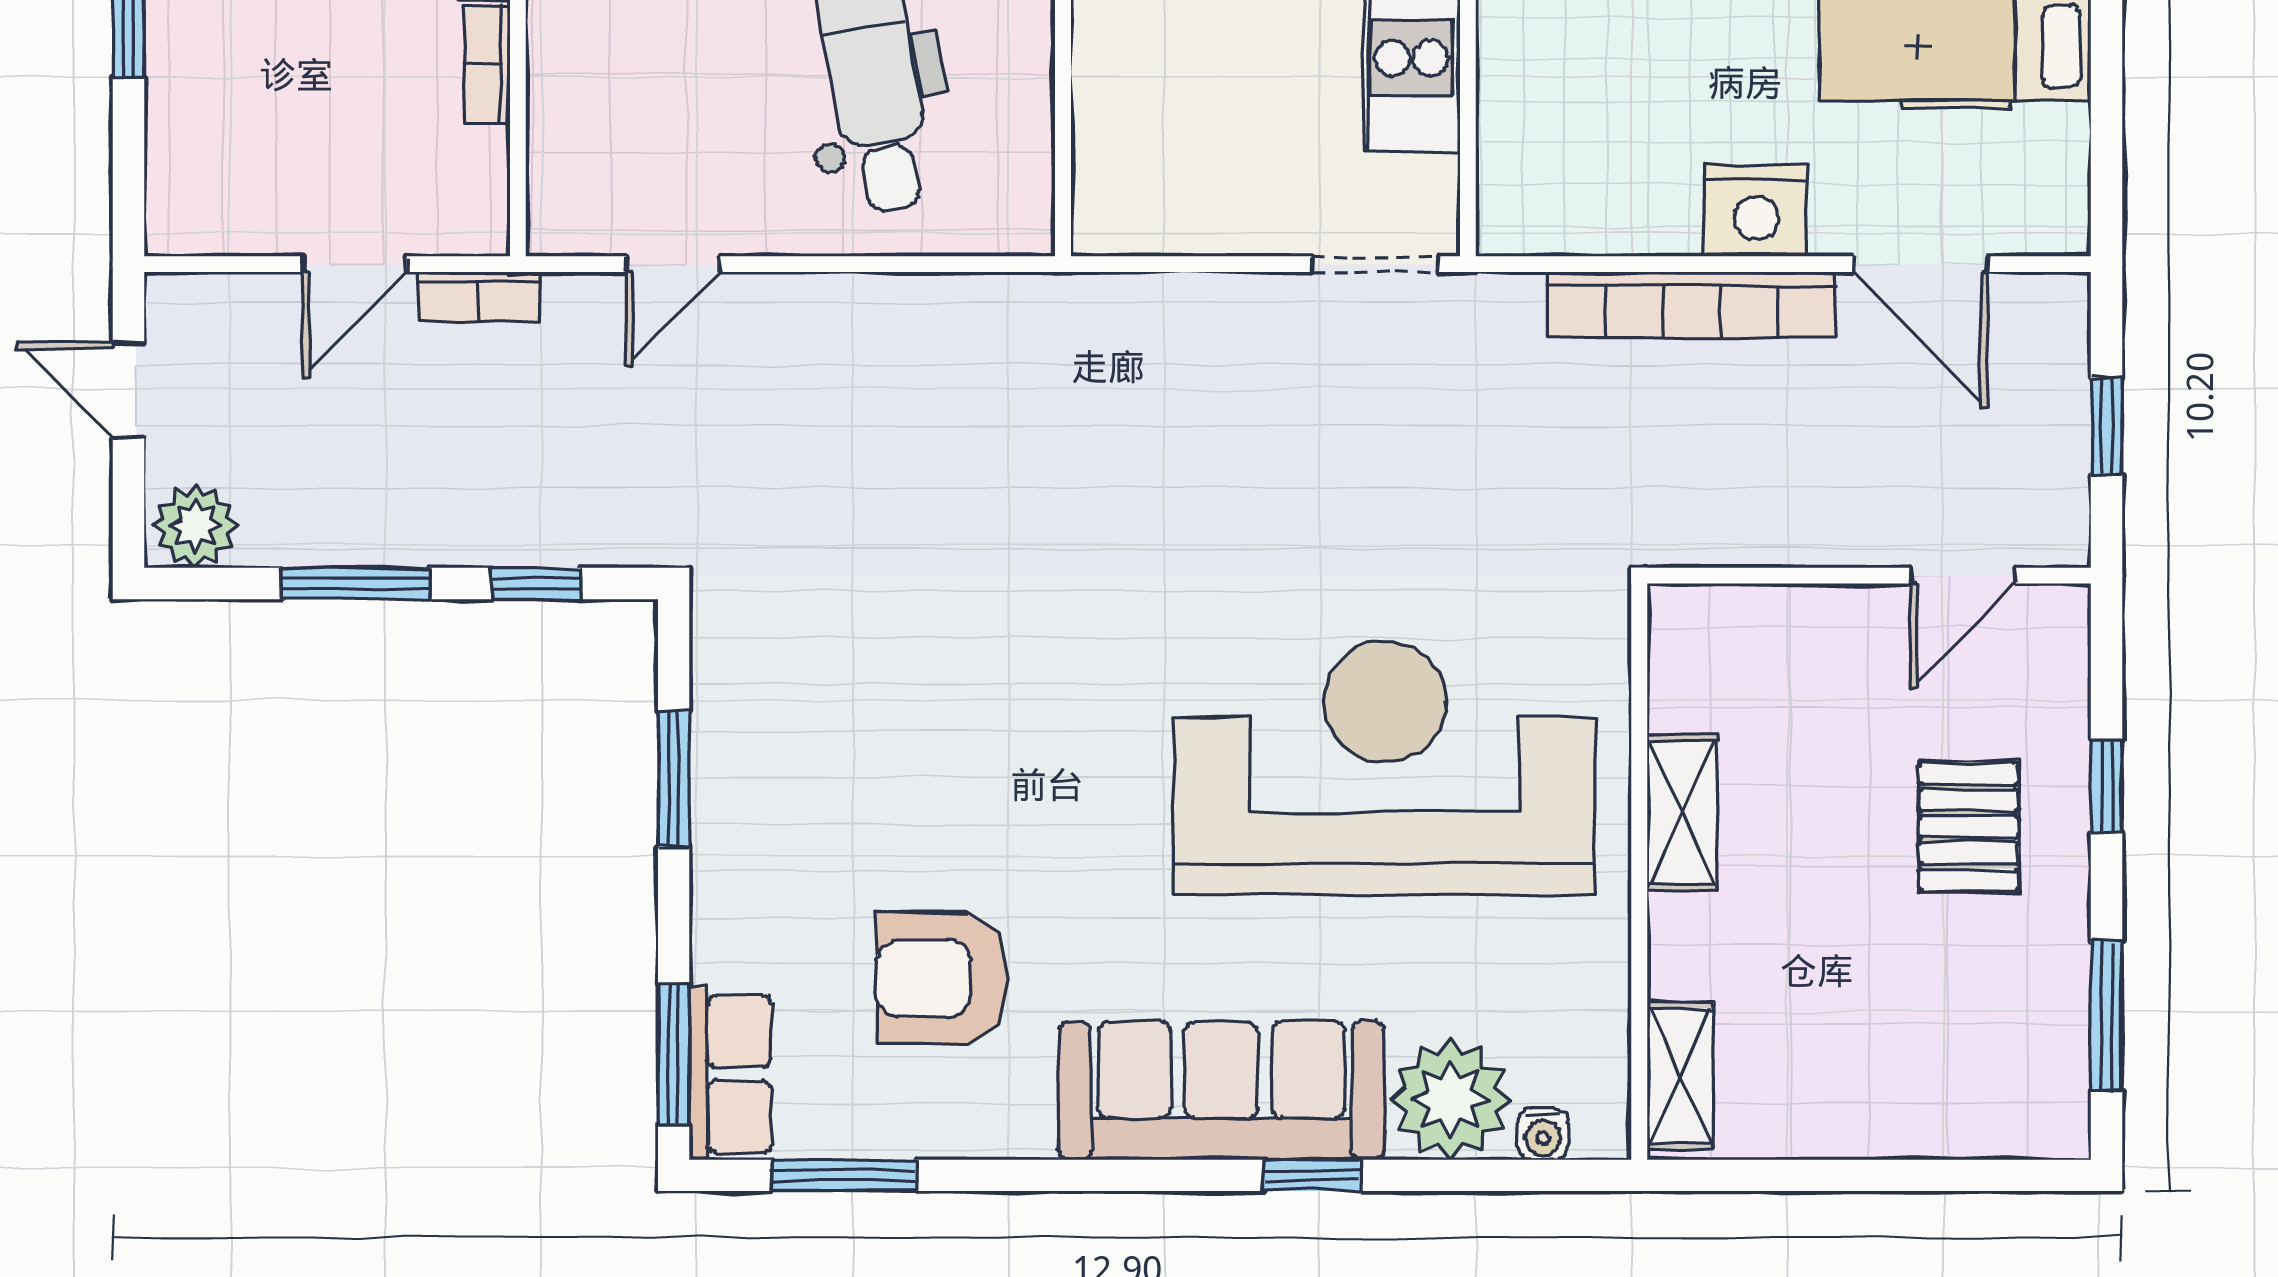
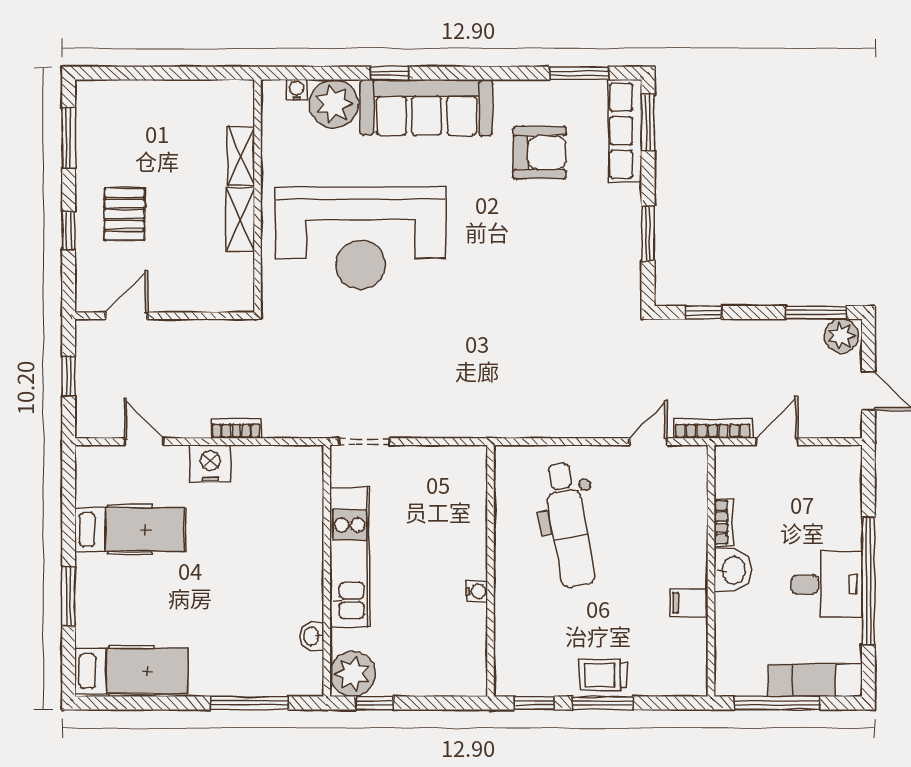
door: (1920, 264) -> (144, 442), width x0.73
bookcase: (479, 297) -> (713, 428), width x1.56
bookcase: (1692, 305) -> (236, 428), width x0.43, depth x0.76
window: (356, 583) -> (817, 313), moved
row of seats: (730, 1074) -> (625, 131), width x1.48
shelving: (1680, 1076) -> (241, 156), moved

